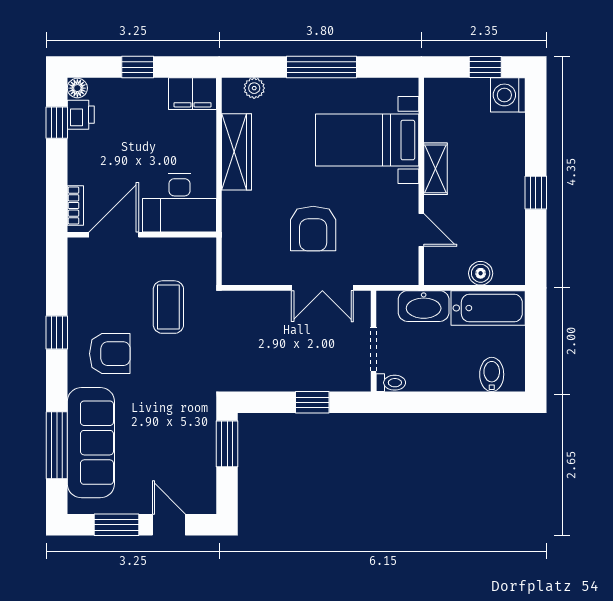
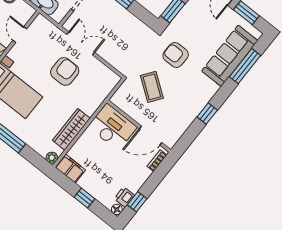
plant: (254, 88) -> (52, 158), moved
coffee table: (168, 307) -> (152, 87), turned -54
armchair: (110, 354) -> (176, 55), moved

